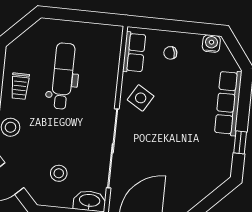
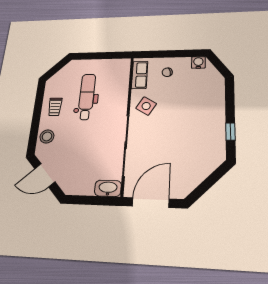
row of seats: (228, 103) -> (217, 103), removed
stool: (59, 173) -> (83, 168), removed

